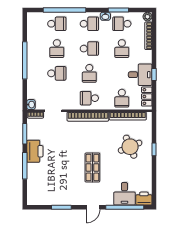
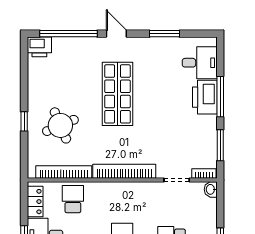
school desk: (89, 98) -> (122, 199), removed
printer: (35, 151) -> (205, 97), moved
shop shelf: (92, 167) -> (117, 94), width x1.43, depth x1.36
desk: (124, 194) -> (200, 63), moved, turned 90
door: (93, 207) -> (116, 34), hinge flipped

